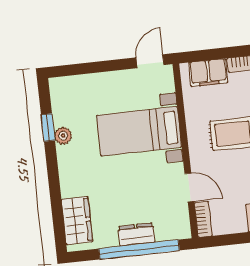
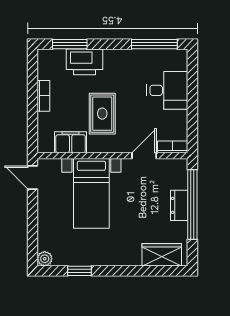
filing cabinet: (208, 73) -> (71, 142), moved, turned -90
plant: (63, 136) -> (45, 259), moved

